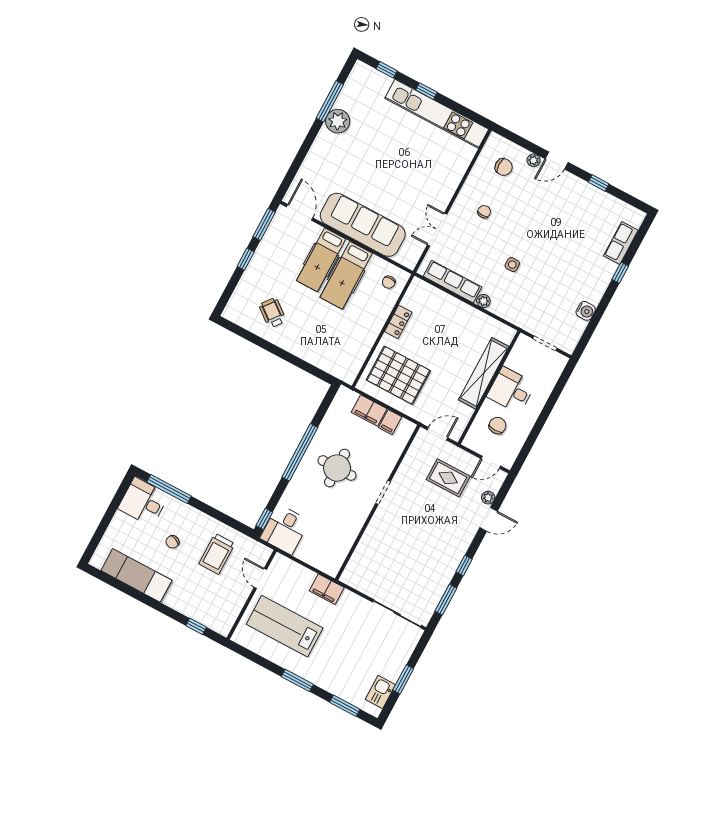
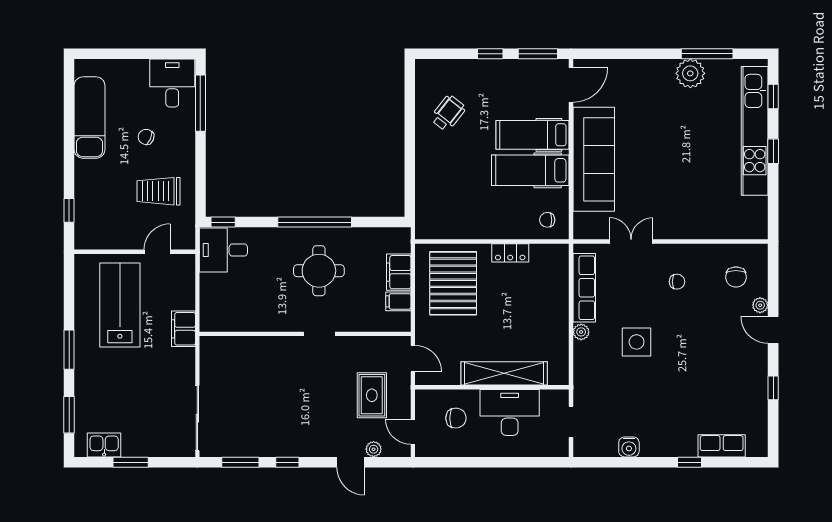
kitchen unit: (437, 114) -> (755, 131), moved
side table: (512, 265) -> (637, 342), width x1.87, depth x1.87
desk: (511, 390) -> (510, 412), width x1.37

